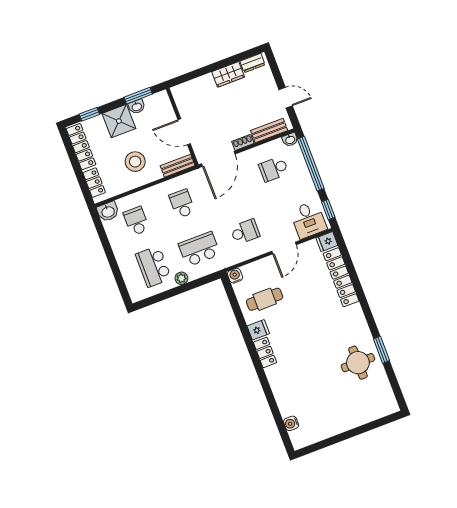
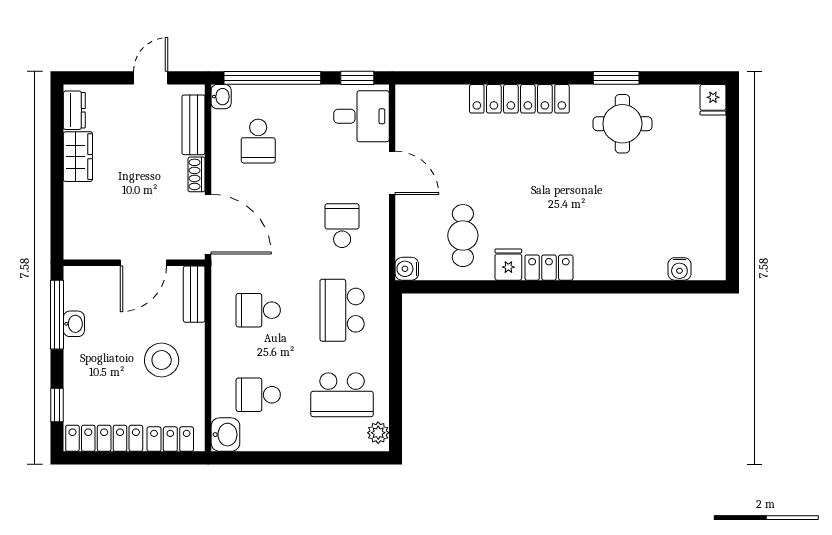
window: (138, 96) -> (57, 315), width x1.44
shower: (119, 121) -> (86, 361), removed
fridge: (327, 242) -> (713, 100), moved
locker: (341, 277) -> (519, 99), moved
plant: (181, 278) -> (378, 433), moved

